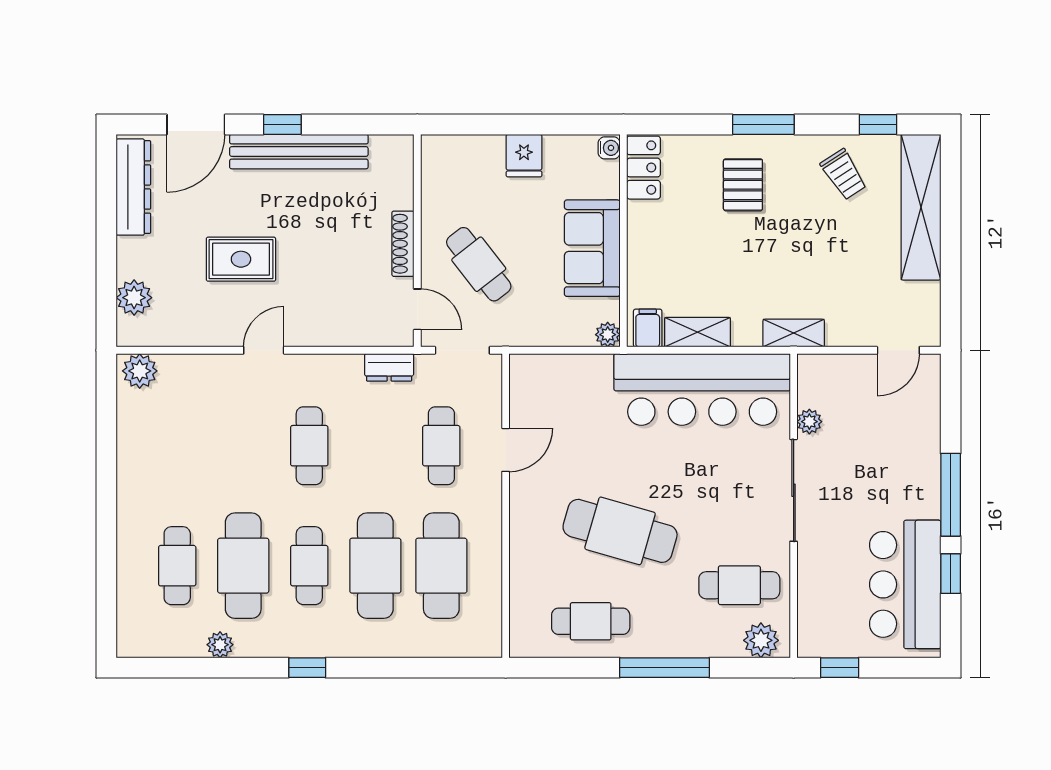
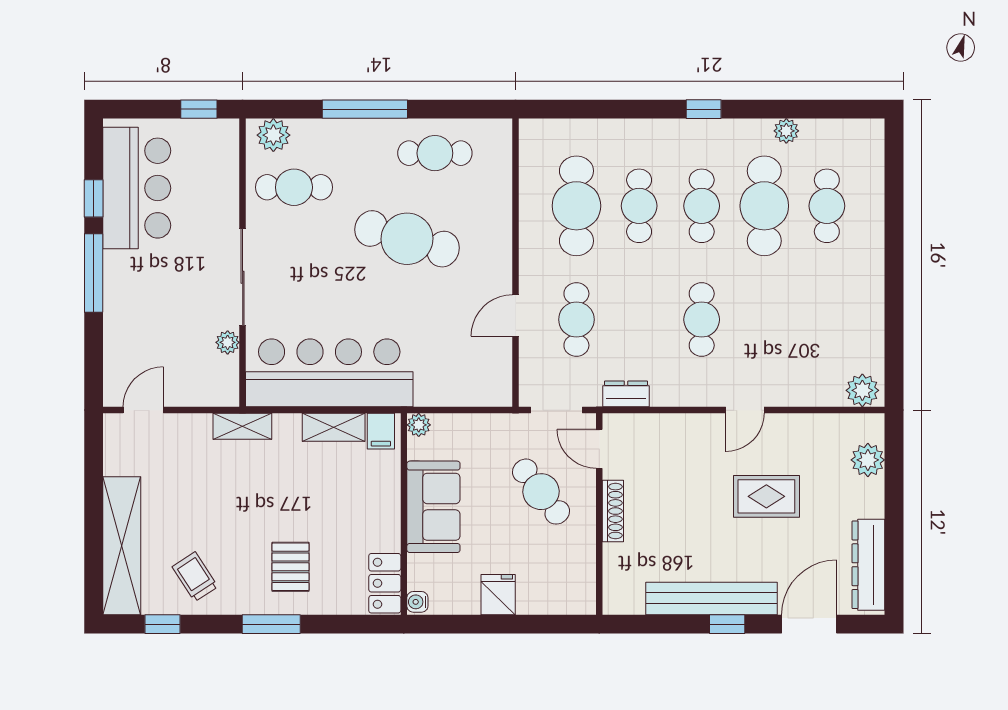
cafe table: (375, 566) -> (639, 206), width x0.73, depth x0.74

